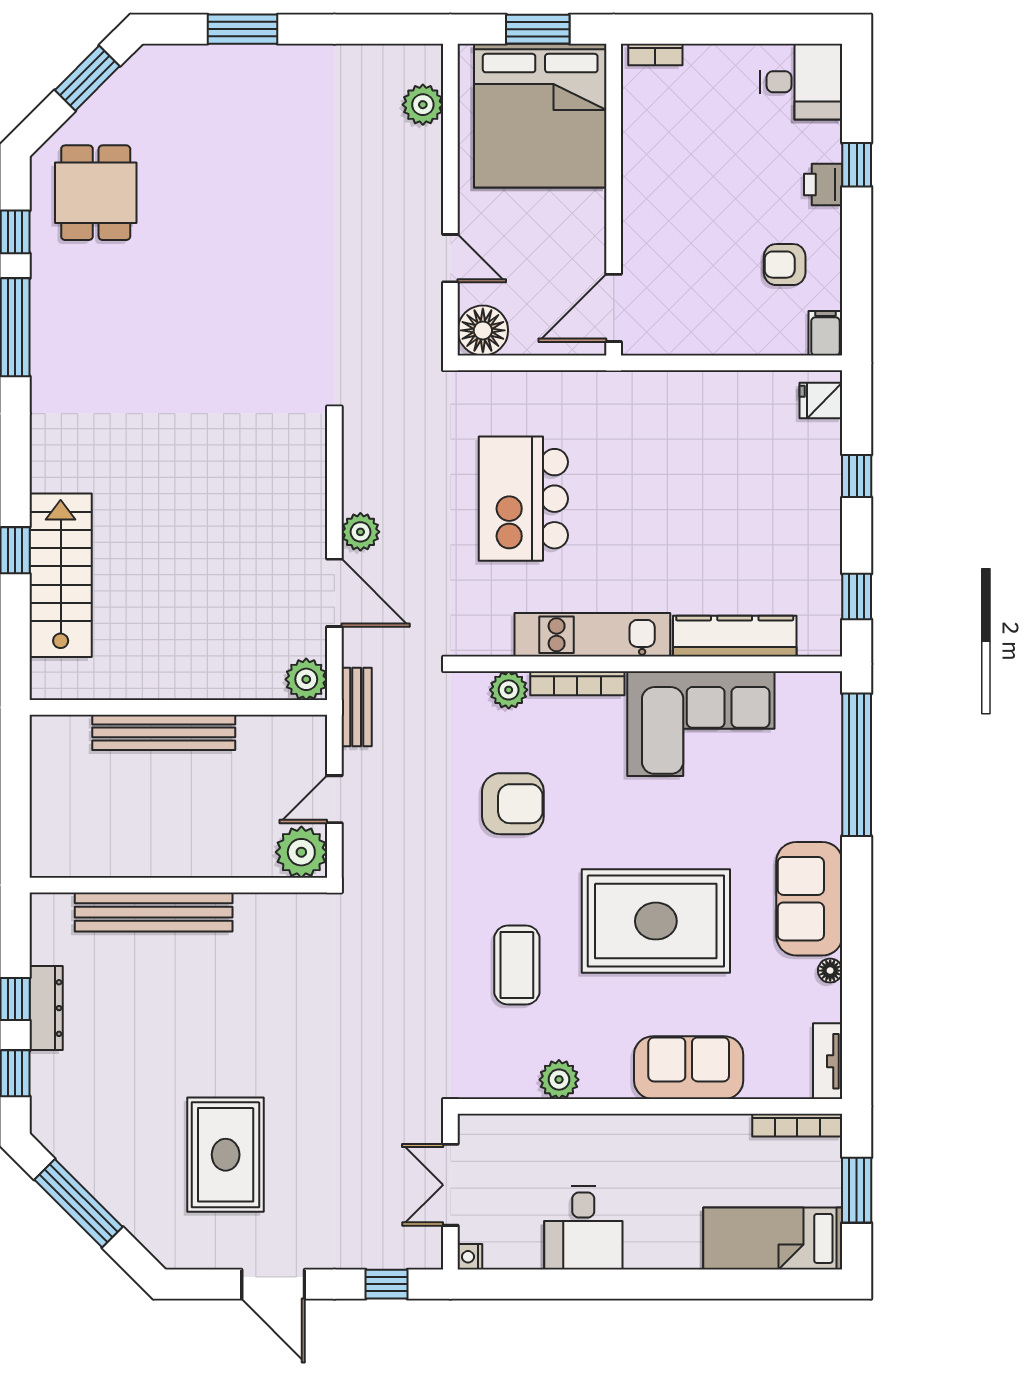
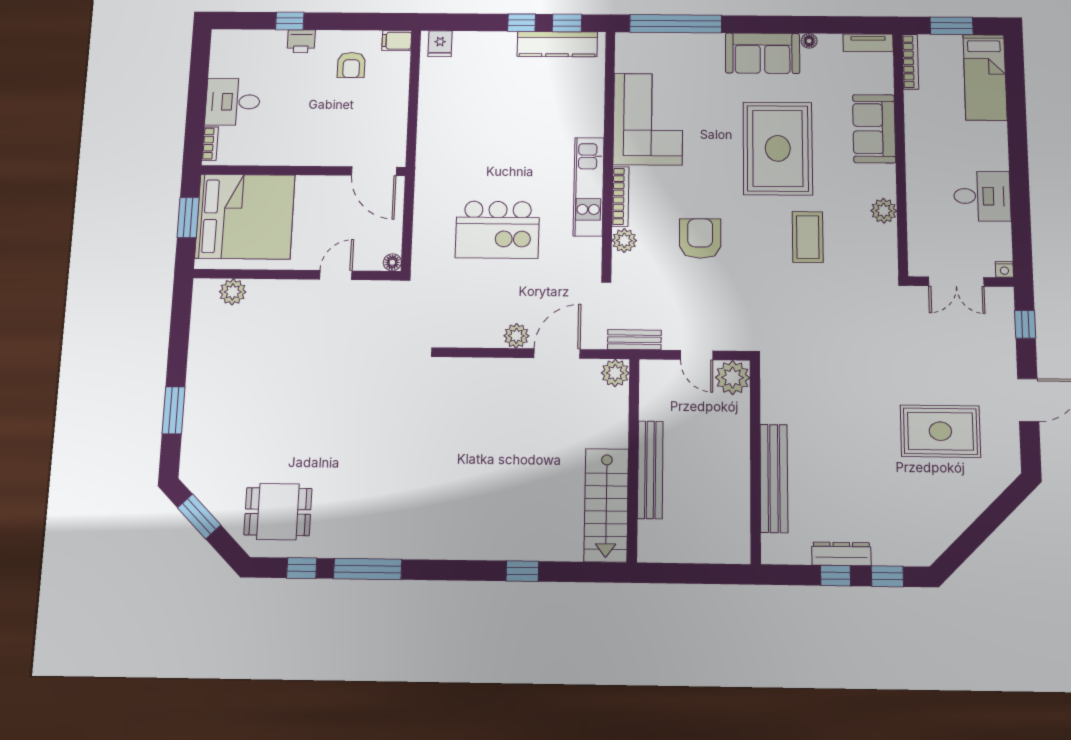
desk: (801, 82) -> (233, 102), moved, turned -90
floor lamp: (483, 330) -> (392, 262), width x0.53, depth x0.53
window: (857, 476) -> (522, 23), moved
stairs: (61, 575) -> (606, 505), moved, turned -90
kitchen counter: (735, 636) -> (557, 44), moved, turned -90
coffee table: (517, 965) -> (808, 237), turned 90
window: (79, 1203) -> (977, 533), removed

